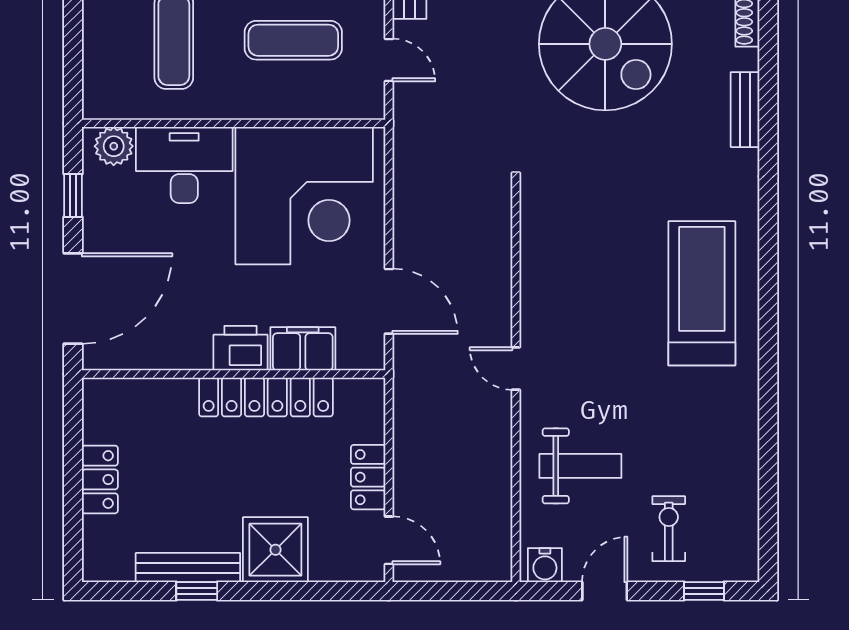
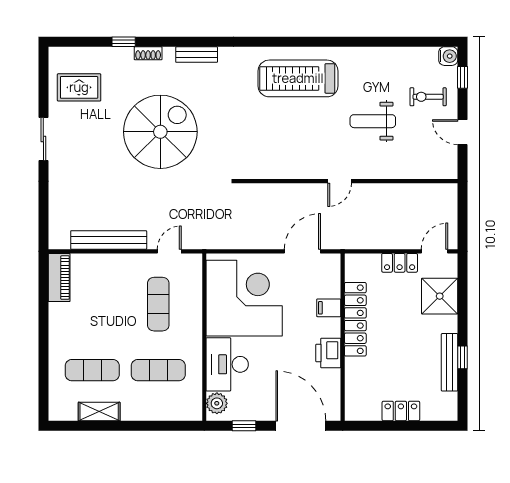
printer: (241, 348) -> (328, 353), moved
filing cabinet: (303, 349) -> (329, 308), width x0.50
weight bench: (580, 466) -> (373, 121), moved, turned -90
shower: (275, 550) -> (440, 296), moved
water cooler: (545, 565) -> (448, 56), moved

